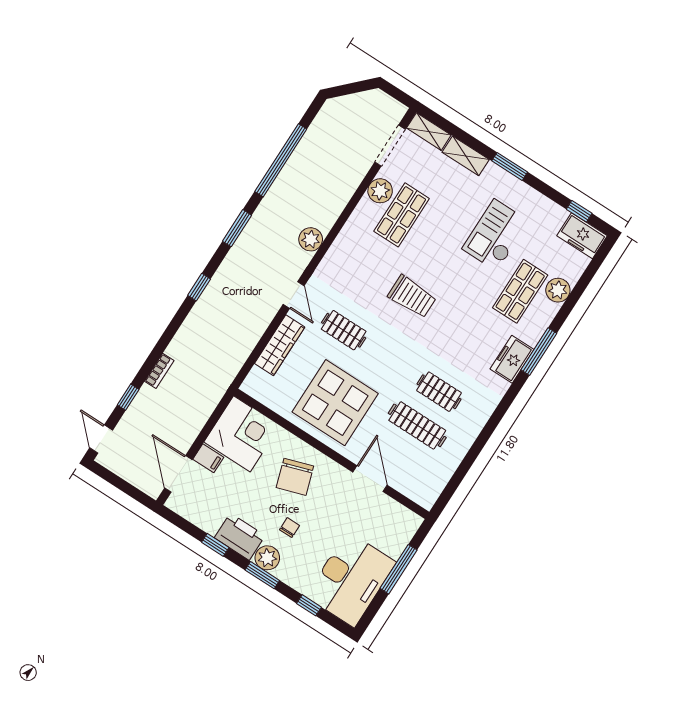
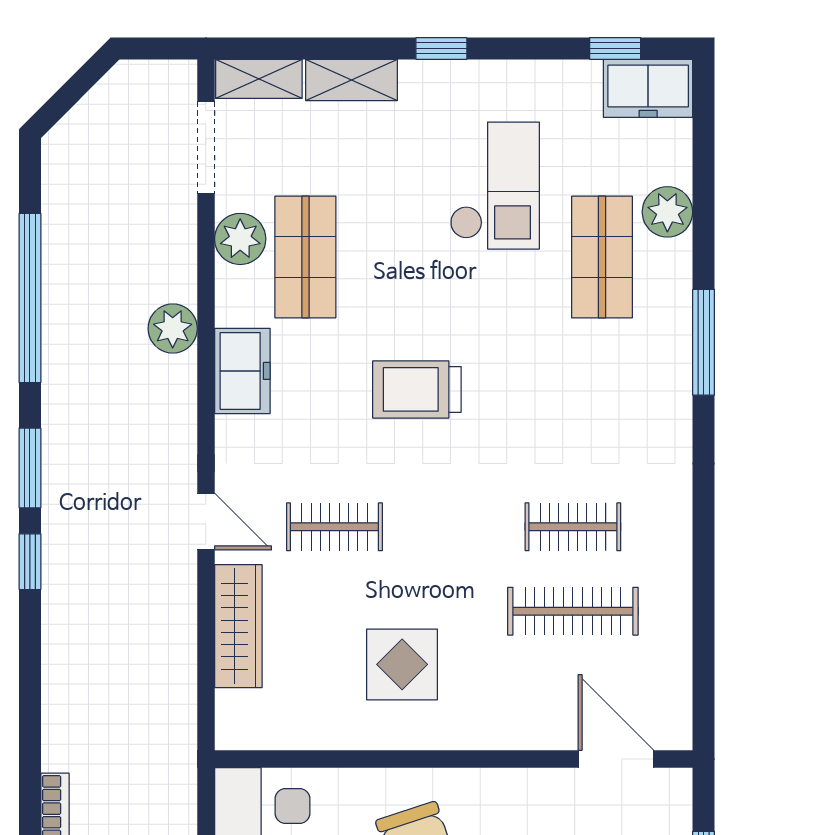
window: (510, 166) -> (441, 48), width x0.67
checkout: (496, 235) -> (495, 186), turned 180
plant: (311, 239) -> (173, 329), moved
window: (199, 287) -> (30, 562), moved
trolley: (412, 297) -> (417, 389), turned 180
freezer: (512, 359) -> (242, 371), moved, turned 180
display table: (335, 403) -> (402, 664), width x0.54, depth x0.54
door: (370, 479) -> (616, 759), moved

